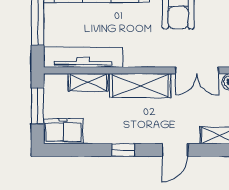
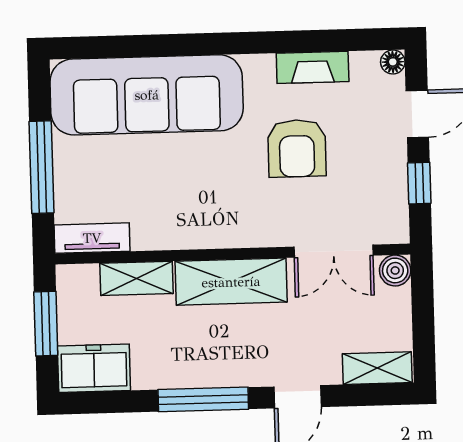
tv unit: (83, 57) -> (92, 238), width x0.52, depth x0.78
window: (123, 150) -> (203, 399), width x2.17

